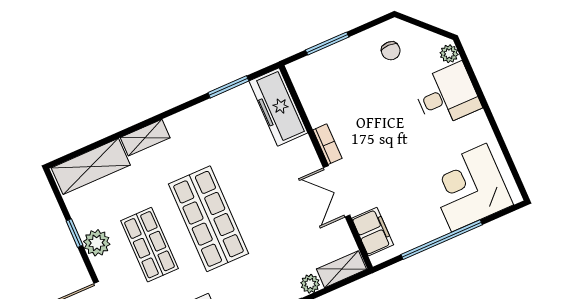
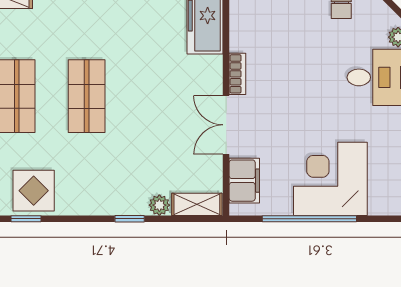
corner desk: (469, 188) -> (330, 179), moved
shop shelf: (208, 219) -> (87, 96), width x0.70, depth x0.74

